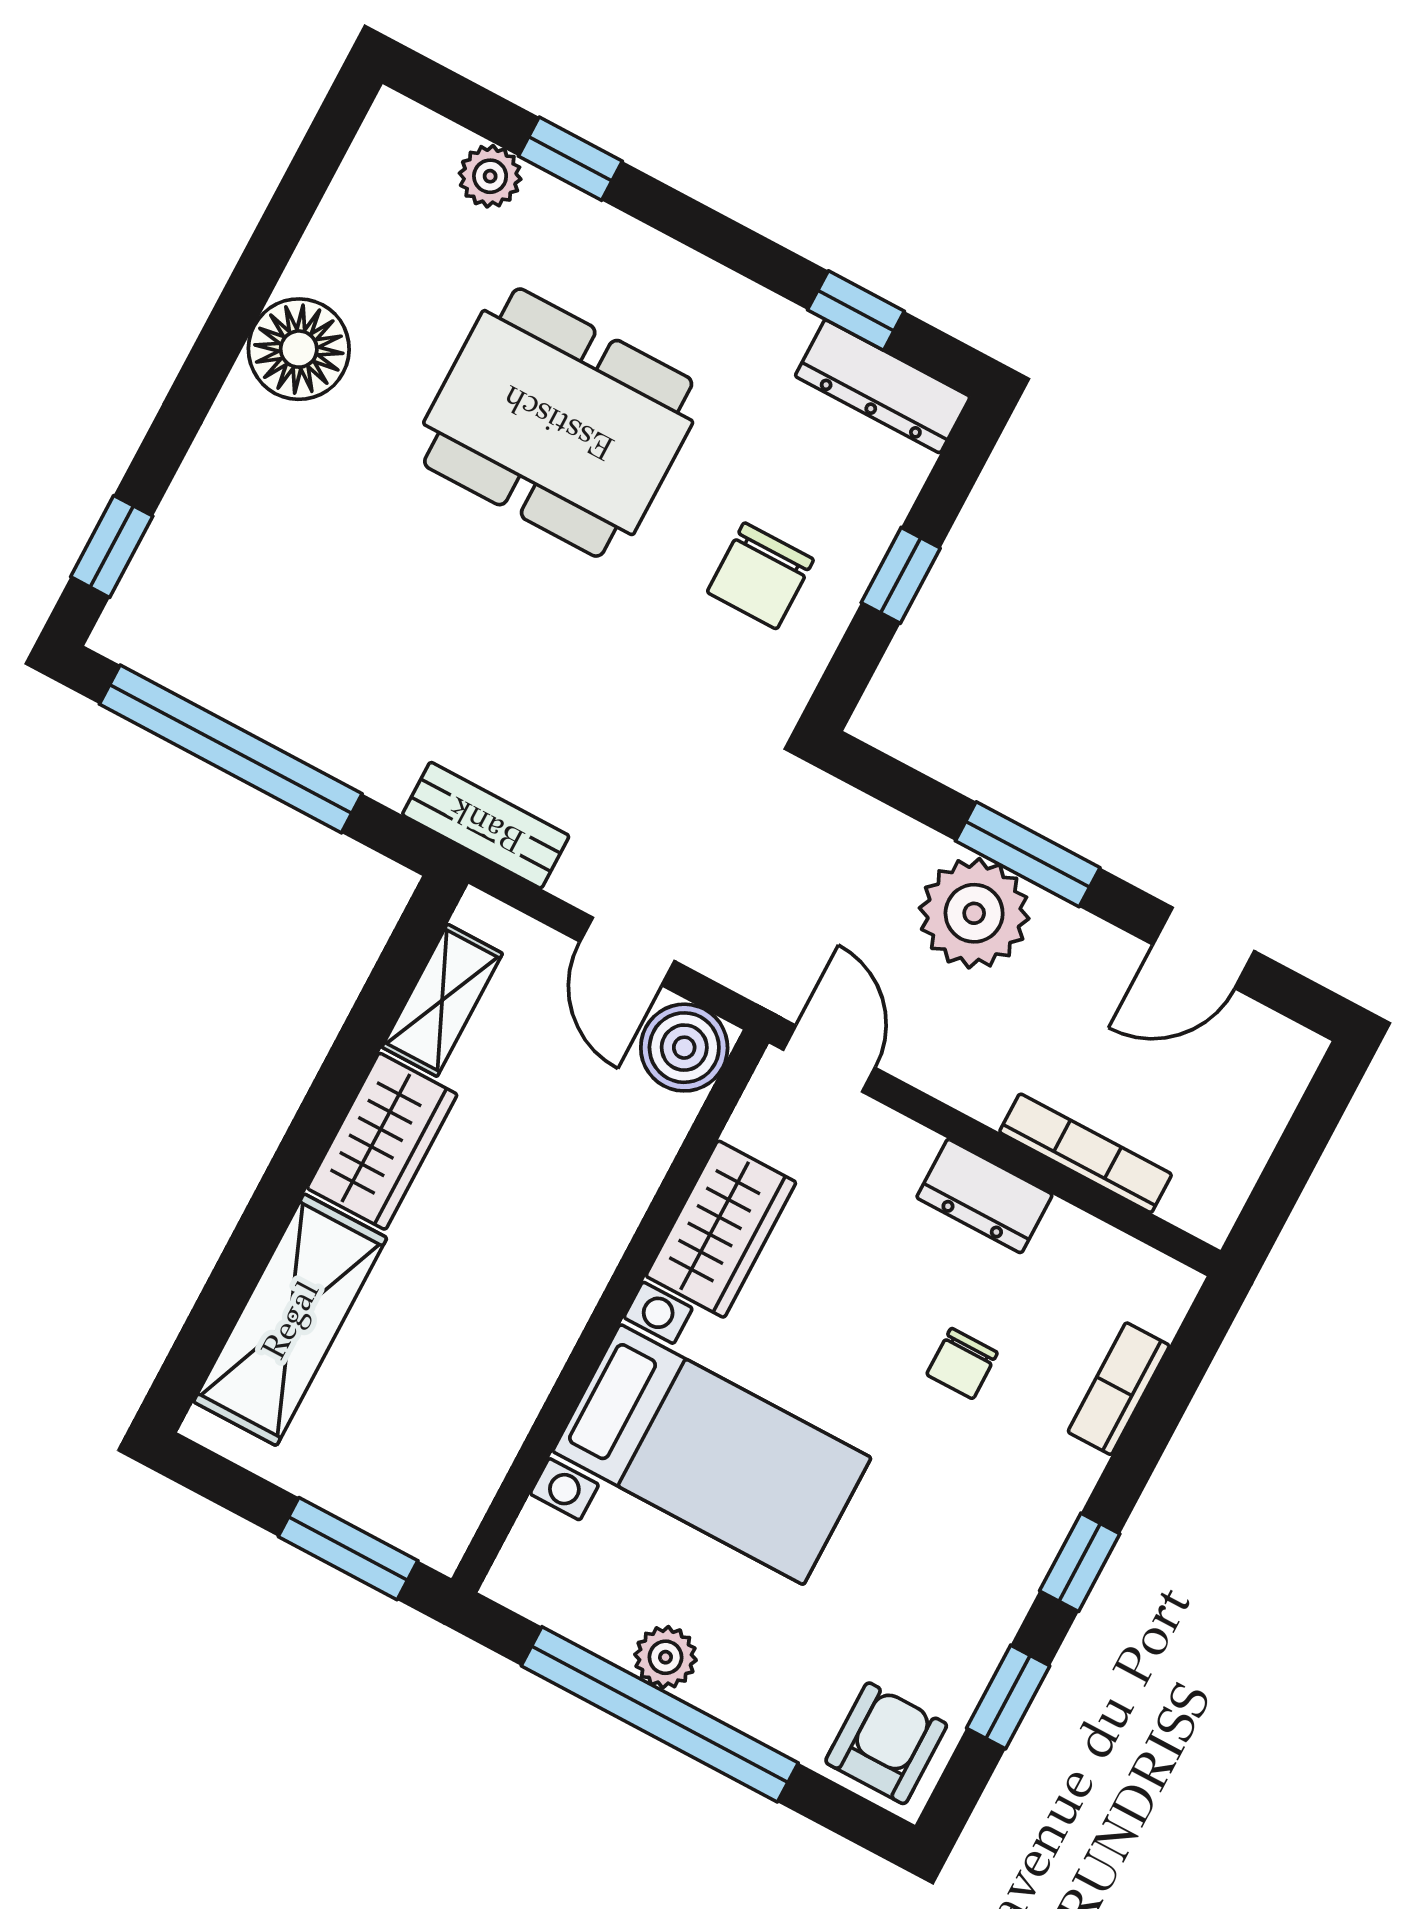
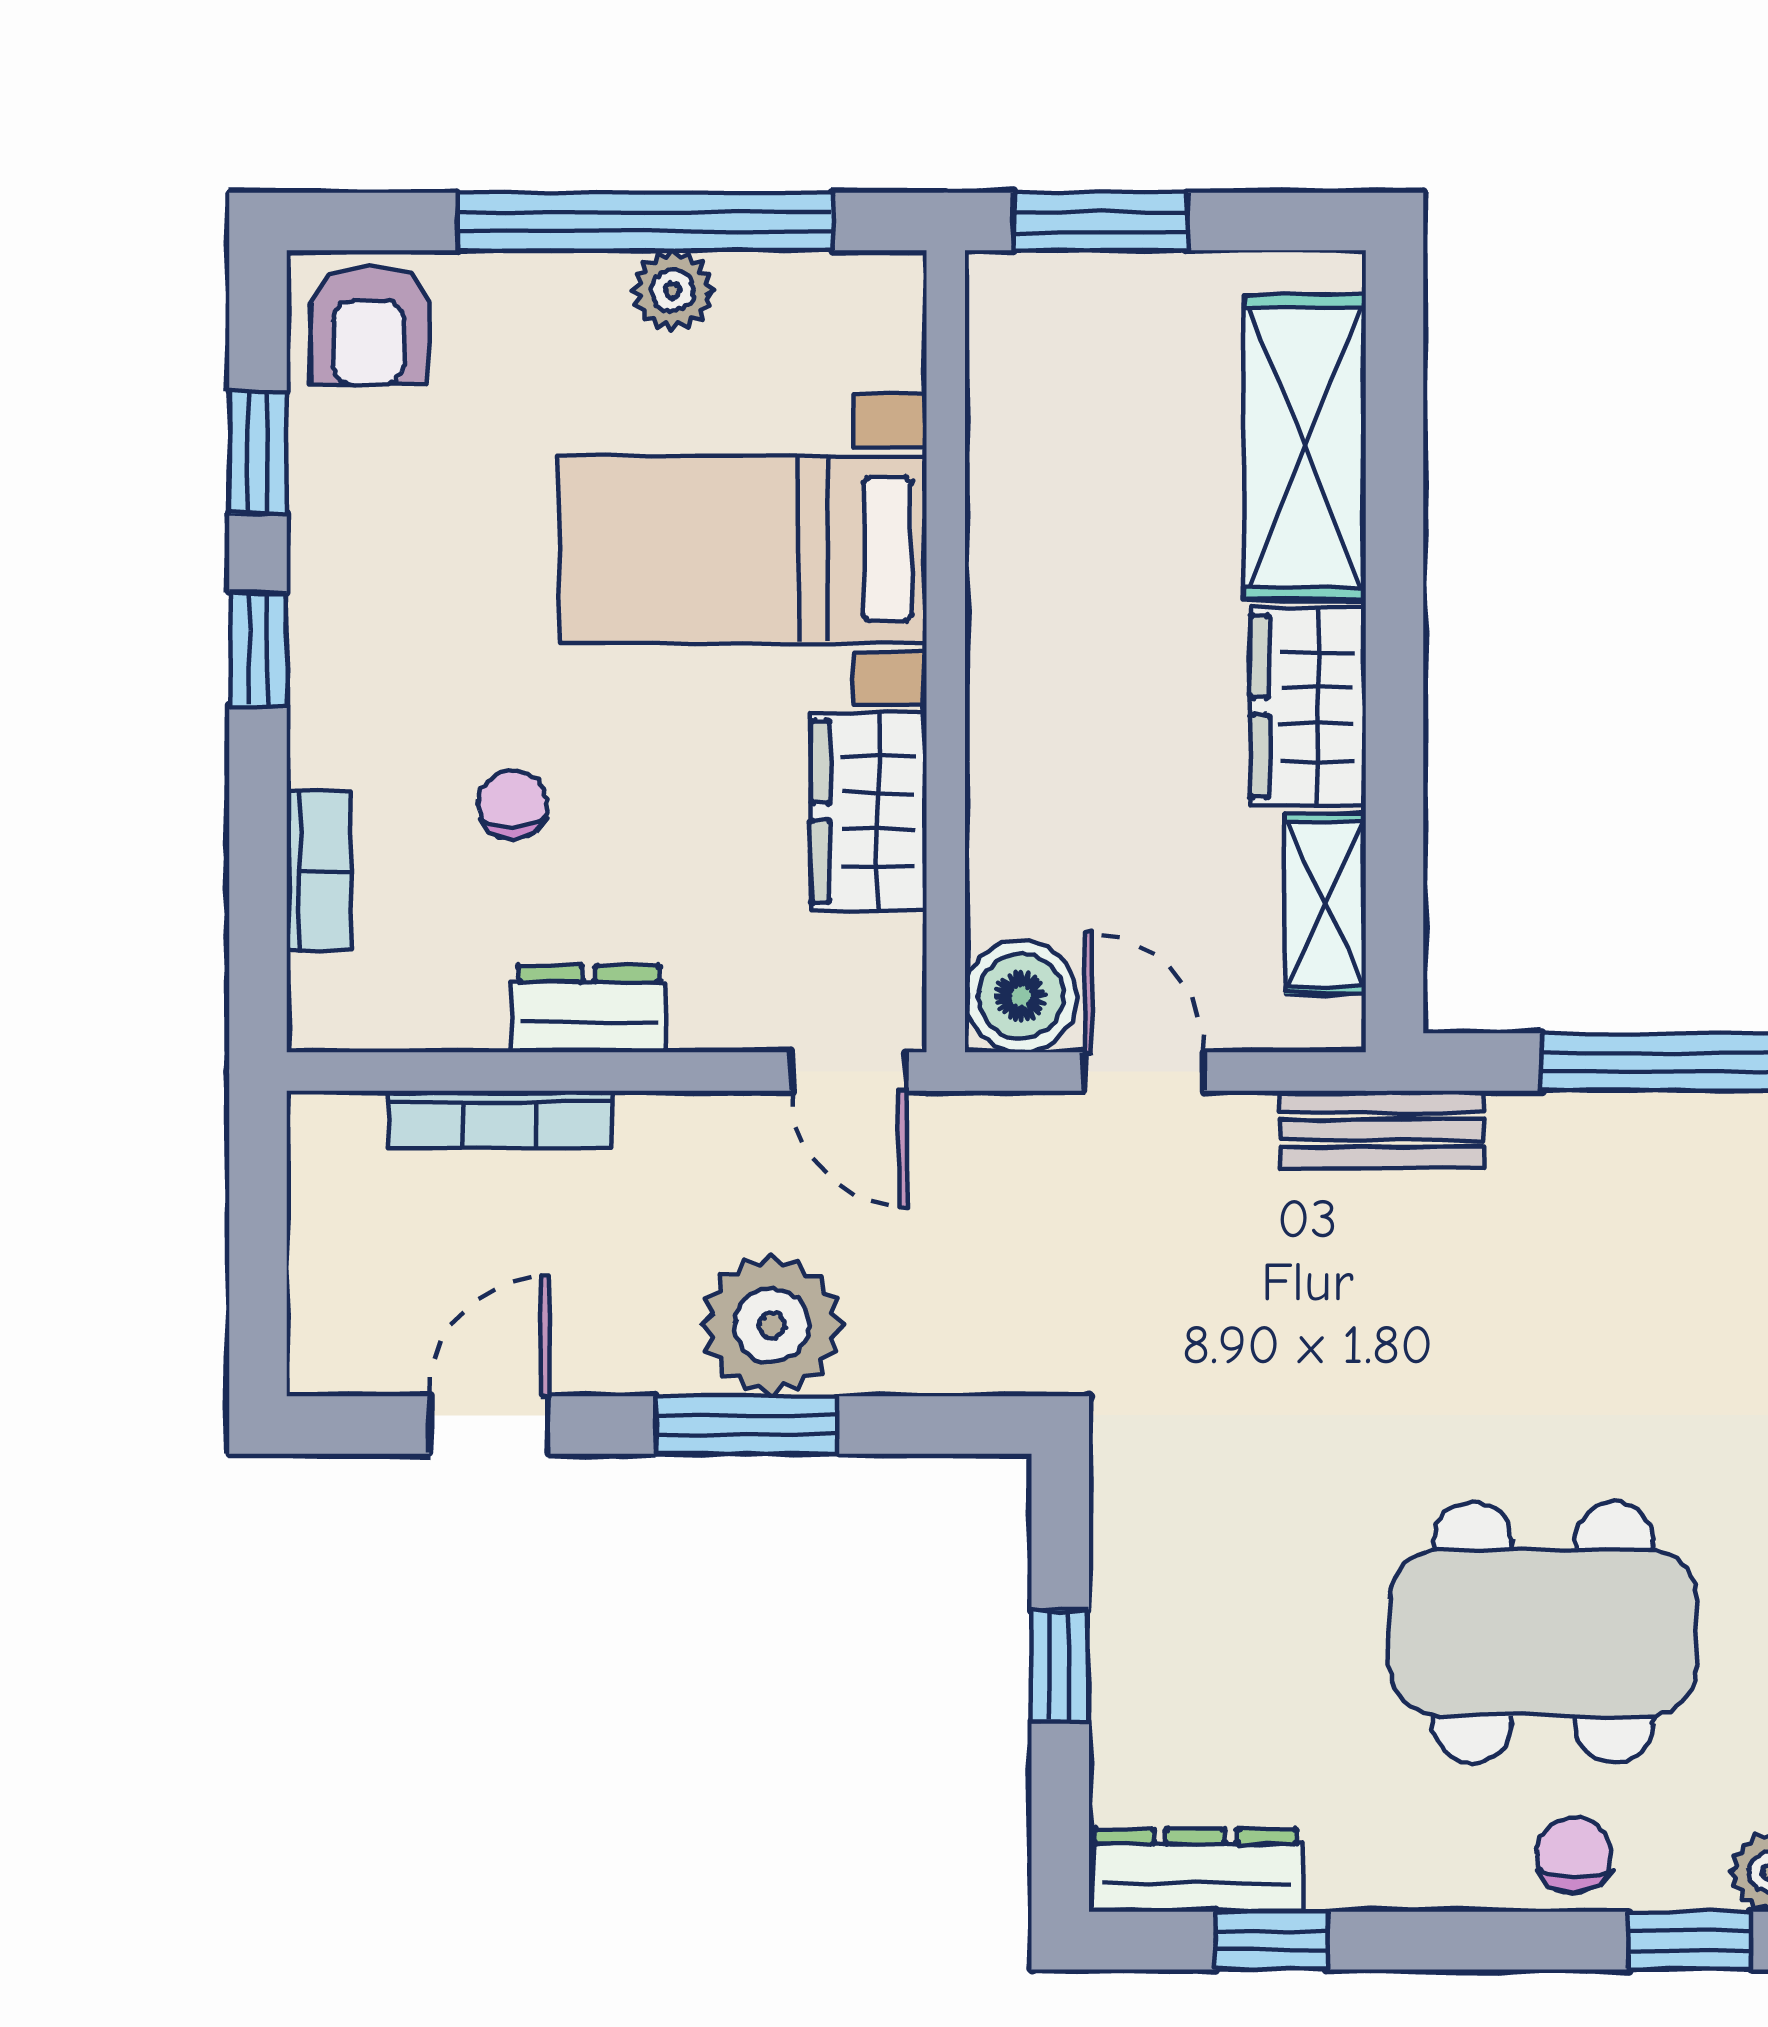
chair: (760, 576) -> (1574, 1855), moved, width x0.73, depth x0.73

